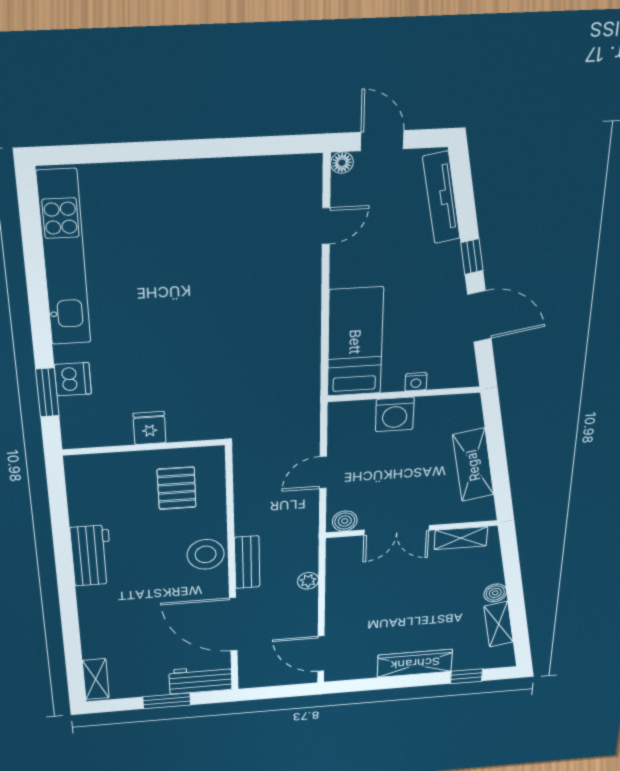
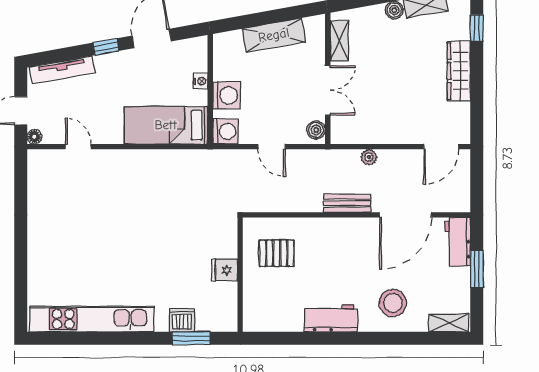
washing machine: (345, 416) -> (225, 131), added
stool: (206, 554) -> (393, 303), moved

